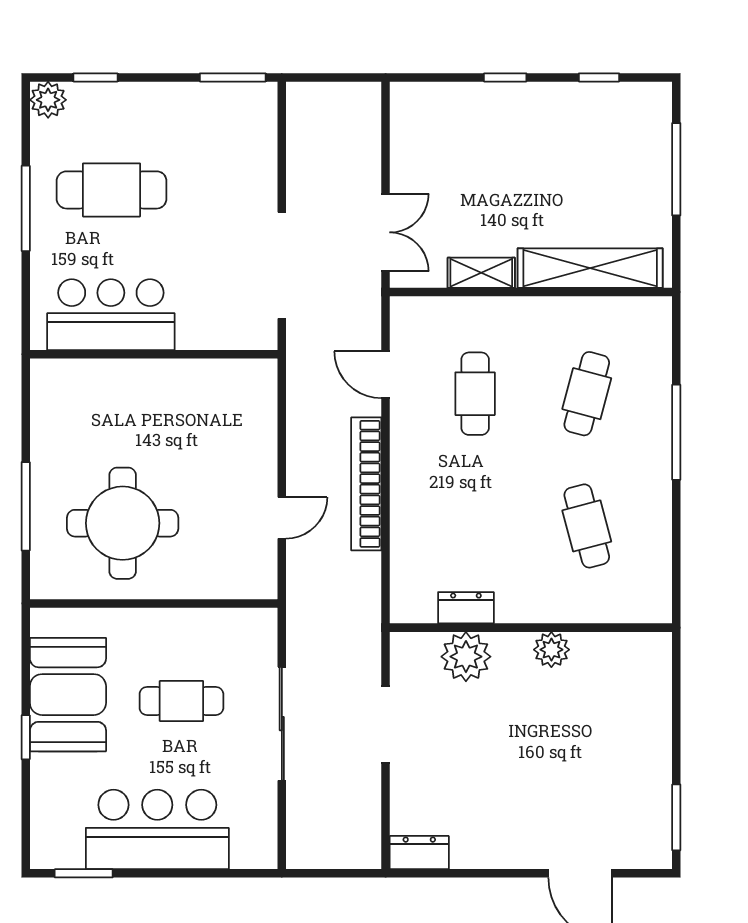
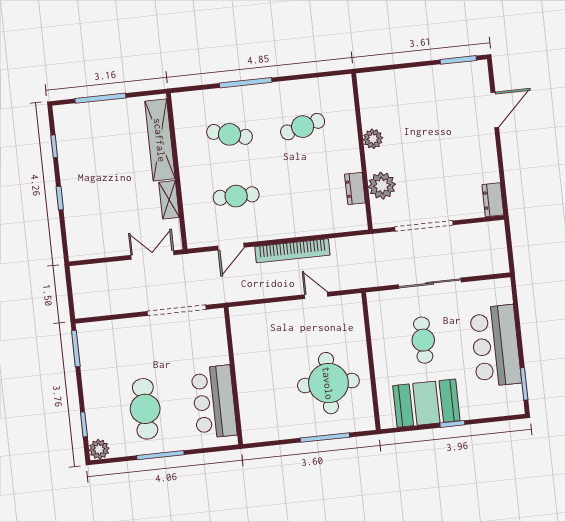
doorway: (386, 724) -> (424, 226), width x1.36

